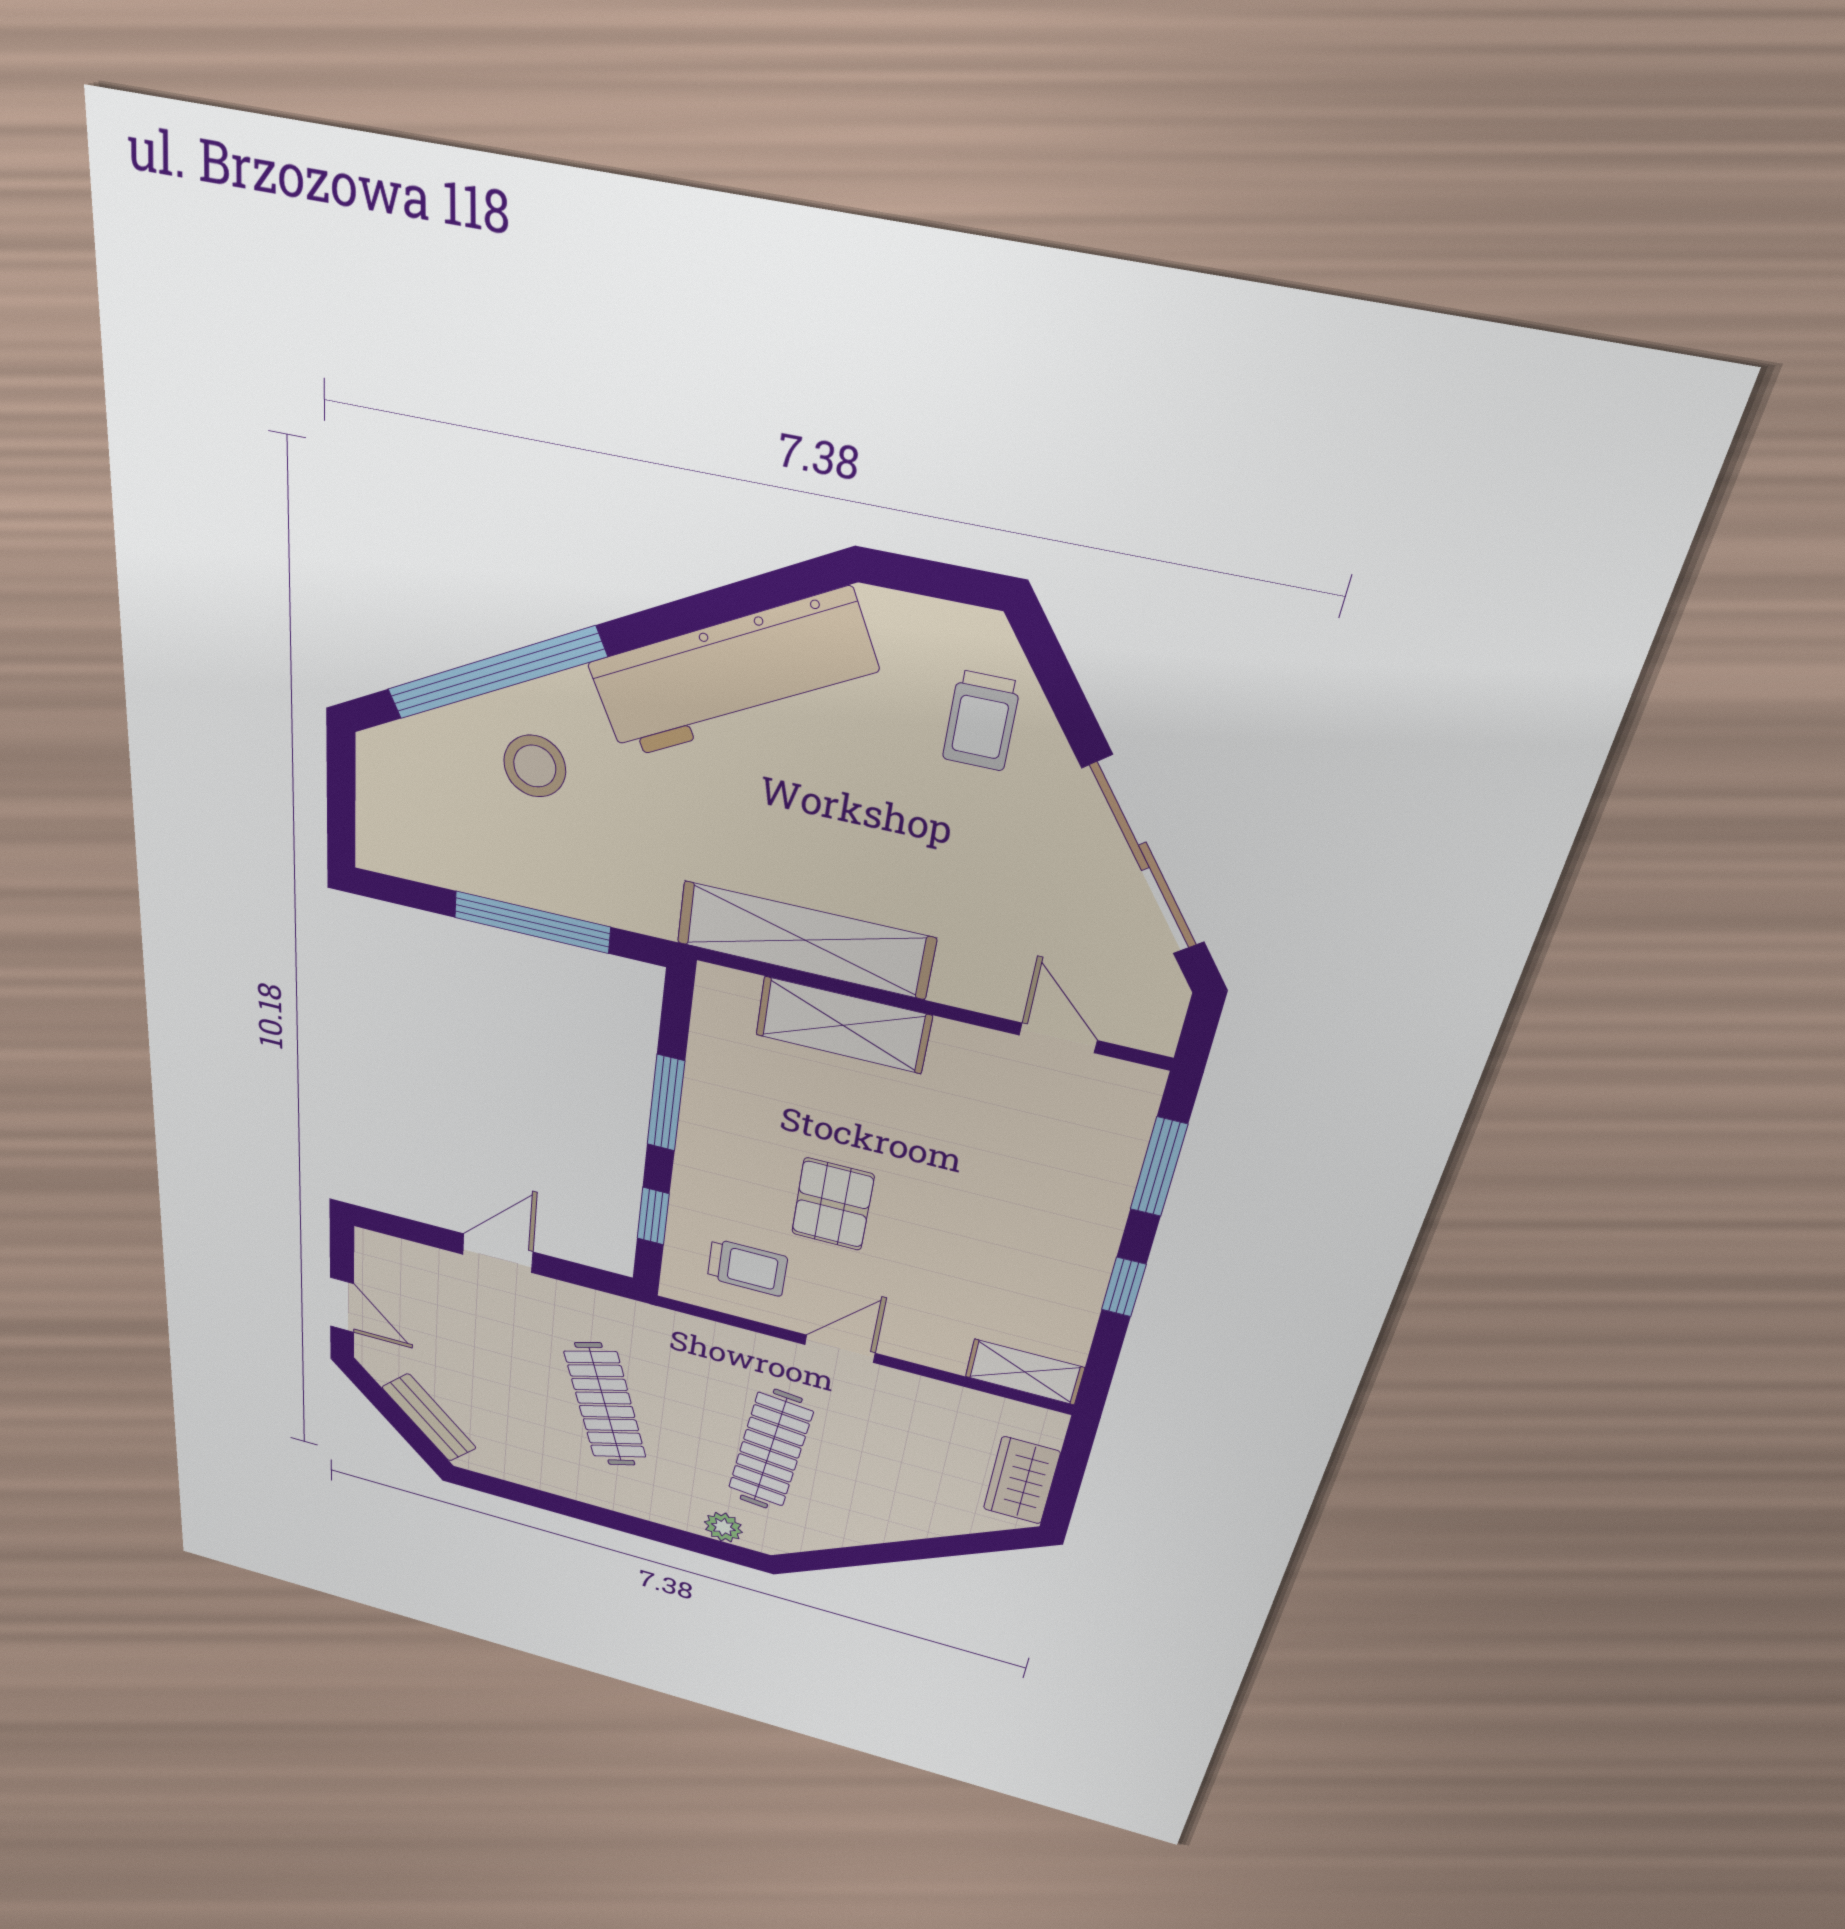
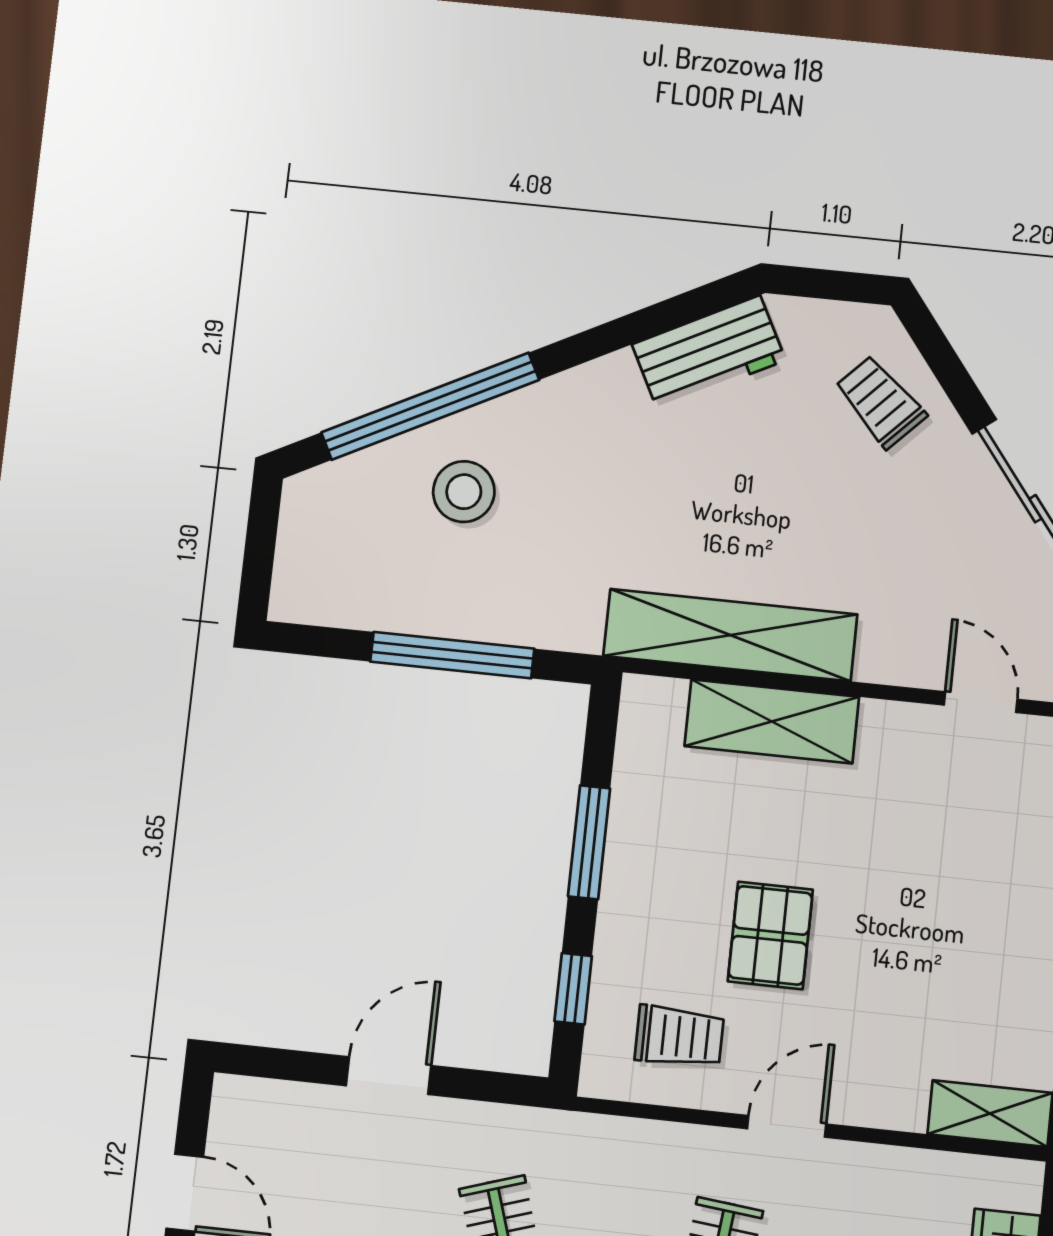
workbench: (734, 675) -> (709, 352), width x0.53, depth x0.76
trolley: (981, 721) -> (880, 402), turned 134

